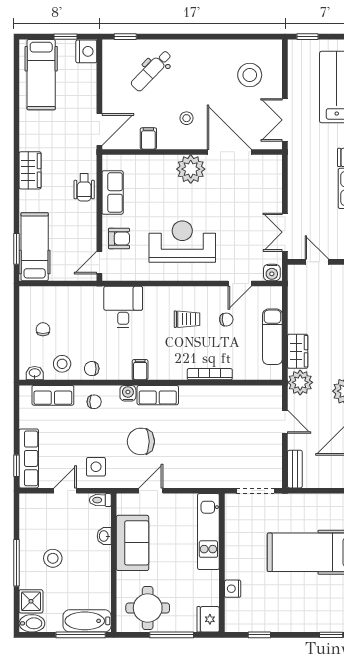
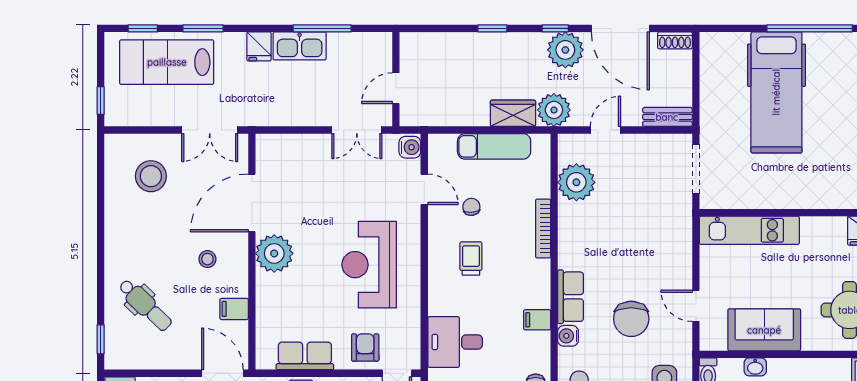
plant: (245, 400) -> (576, 182), added
nightstand: (233, 589) -> (824, 199), removed

